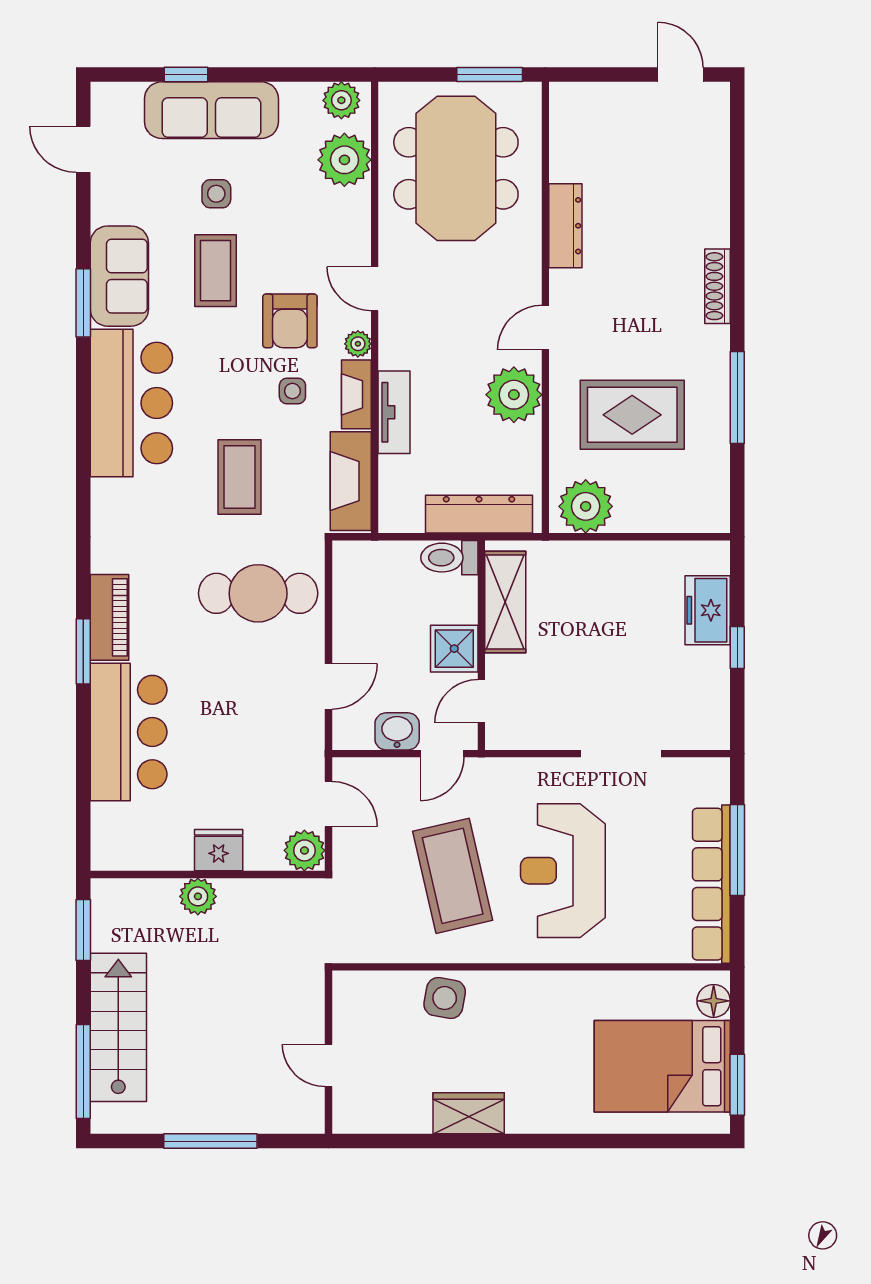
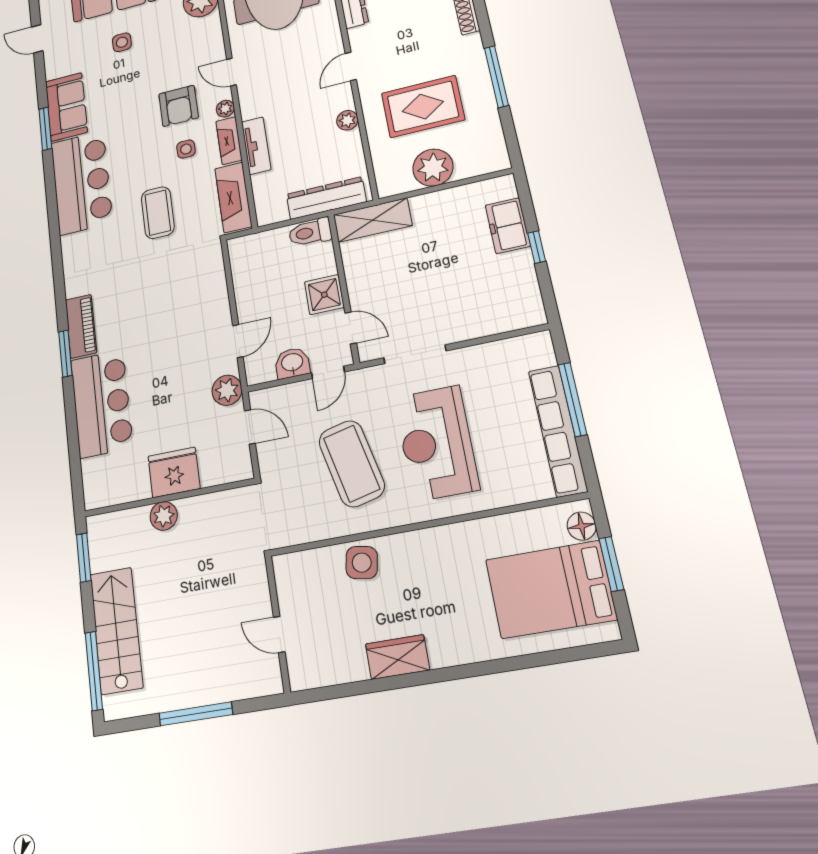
coffee table: (215, 271) -> (127, 88), removed
plant: (514, 395) -> (347, 120), width x0.53, depth x0.53
plant: (586, 506) -> (433, 168), moved
cafe table: (258, 593) -> (180, 287), removed
shelving: (505, 602) -> (373, 220), moved, turned 90
door: (481, 701) -> (351, 328), swing flipped
doorway: (621, 754) -> (415, 354), moved
fridge: (219, 850) -> (174, 472), width x1.36, depth x1.34
plant: (304, 850) -> (227, 390), moved
window: (737, 1085) -> (611, 564), moved

